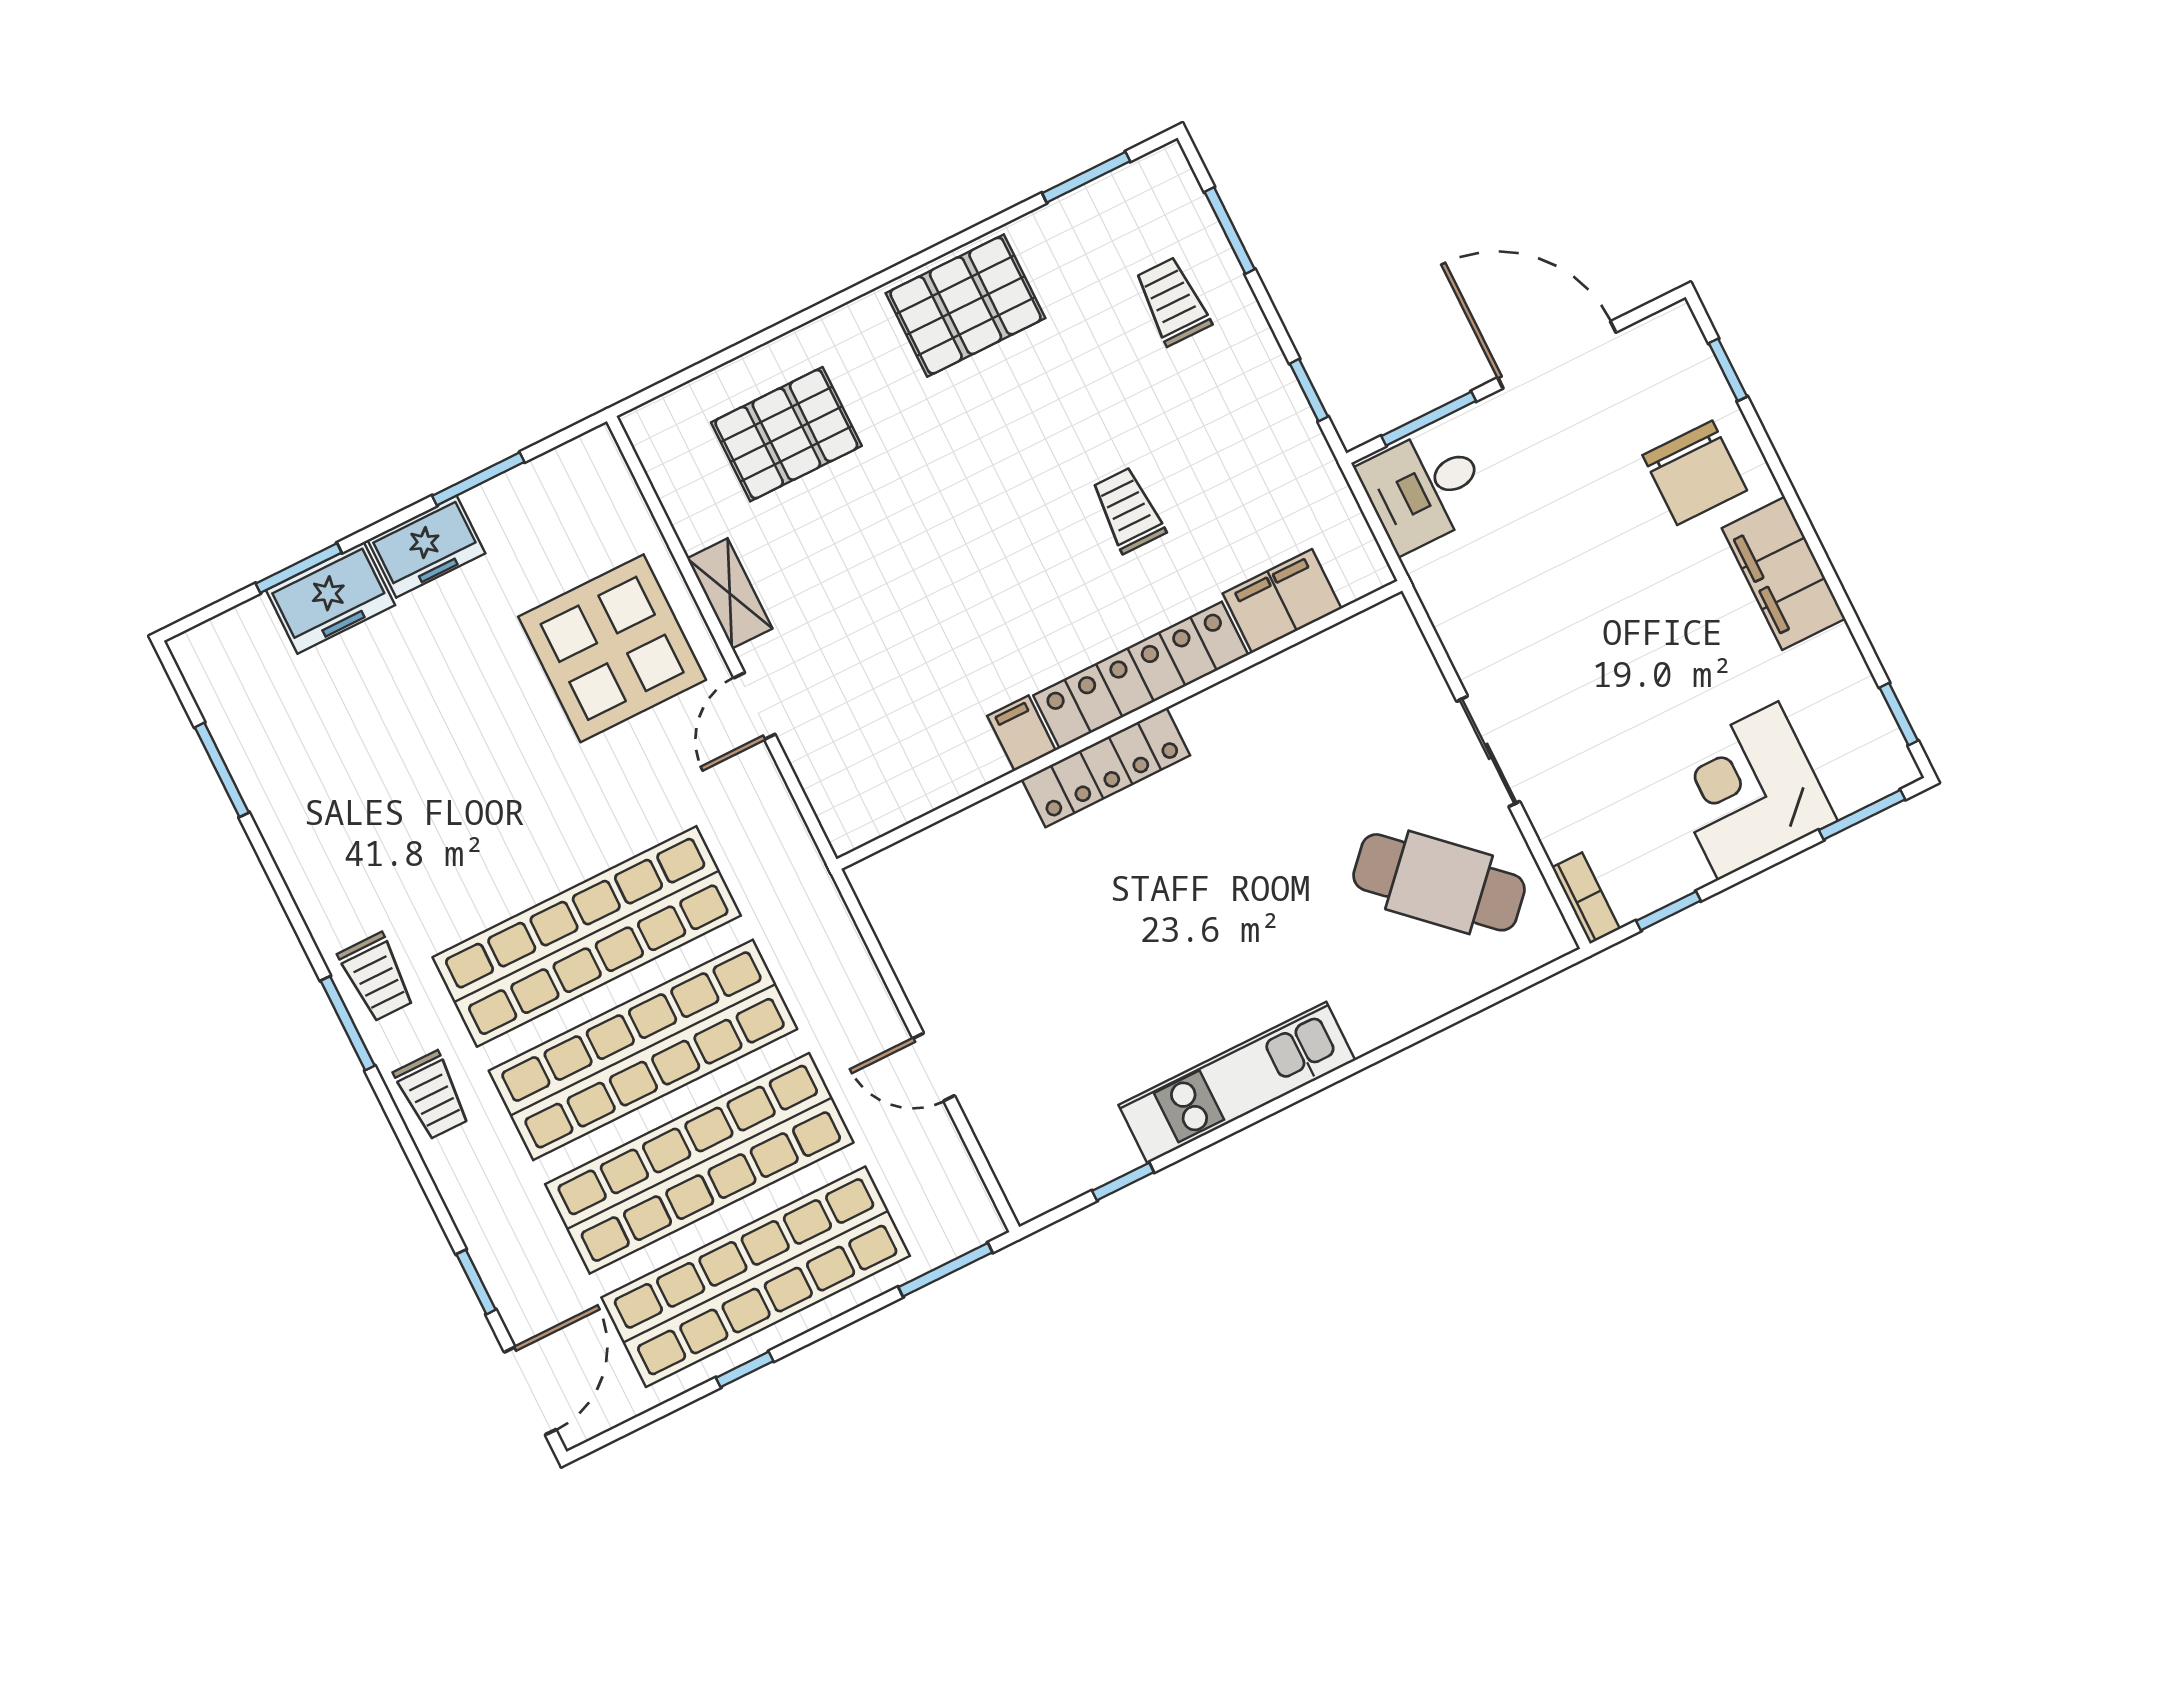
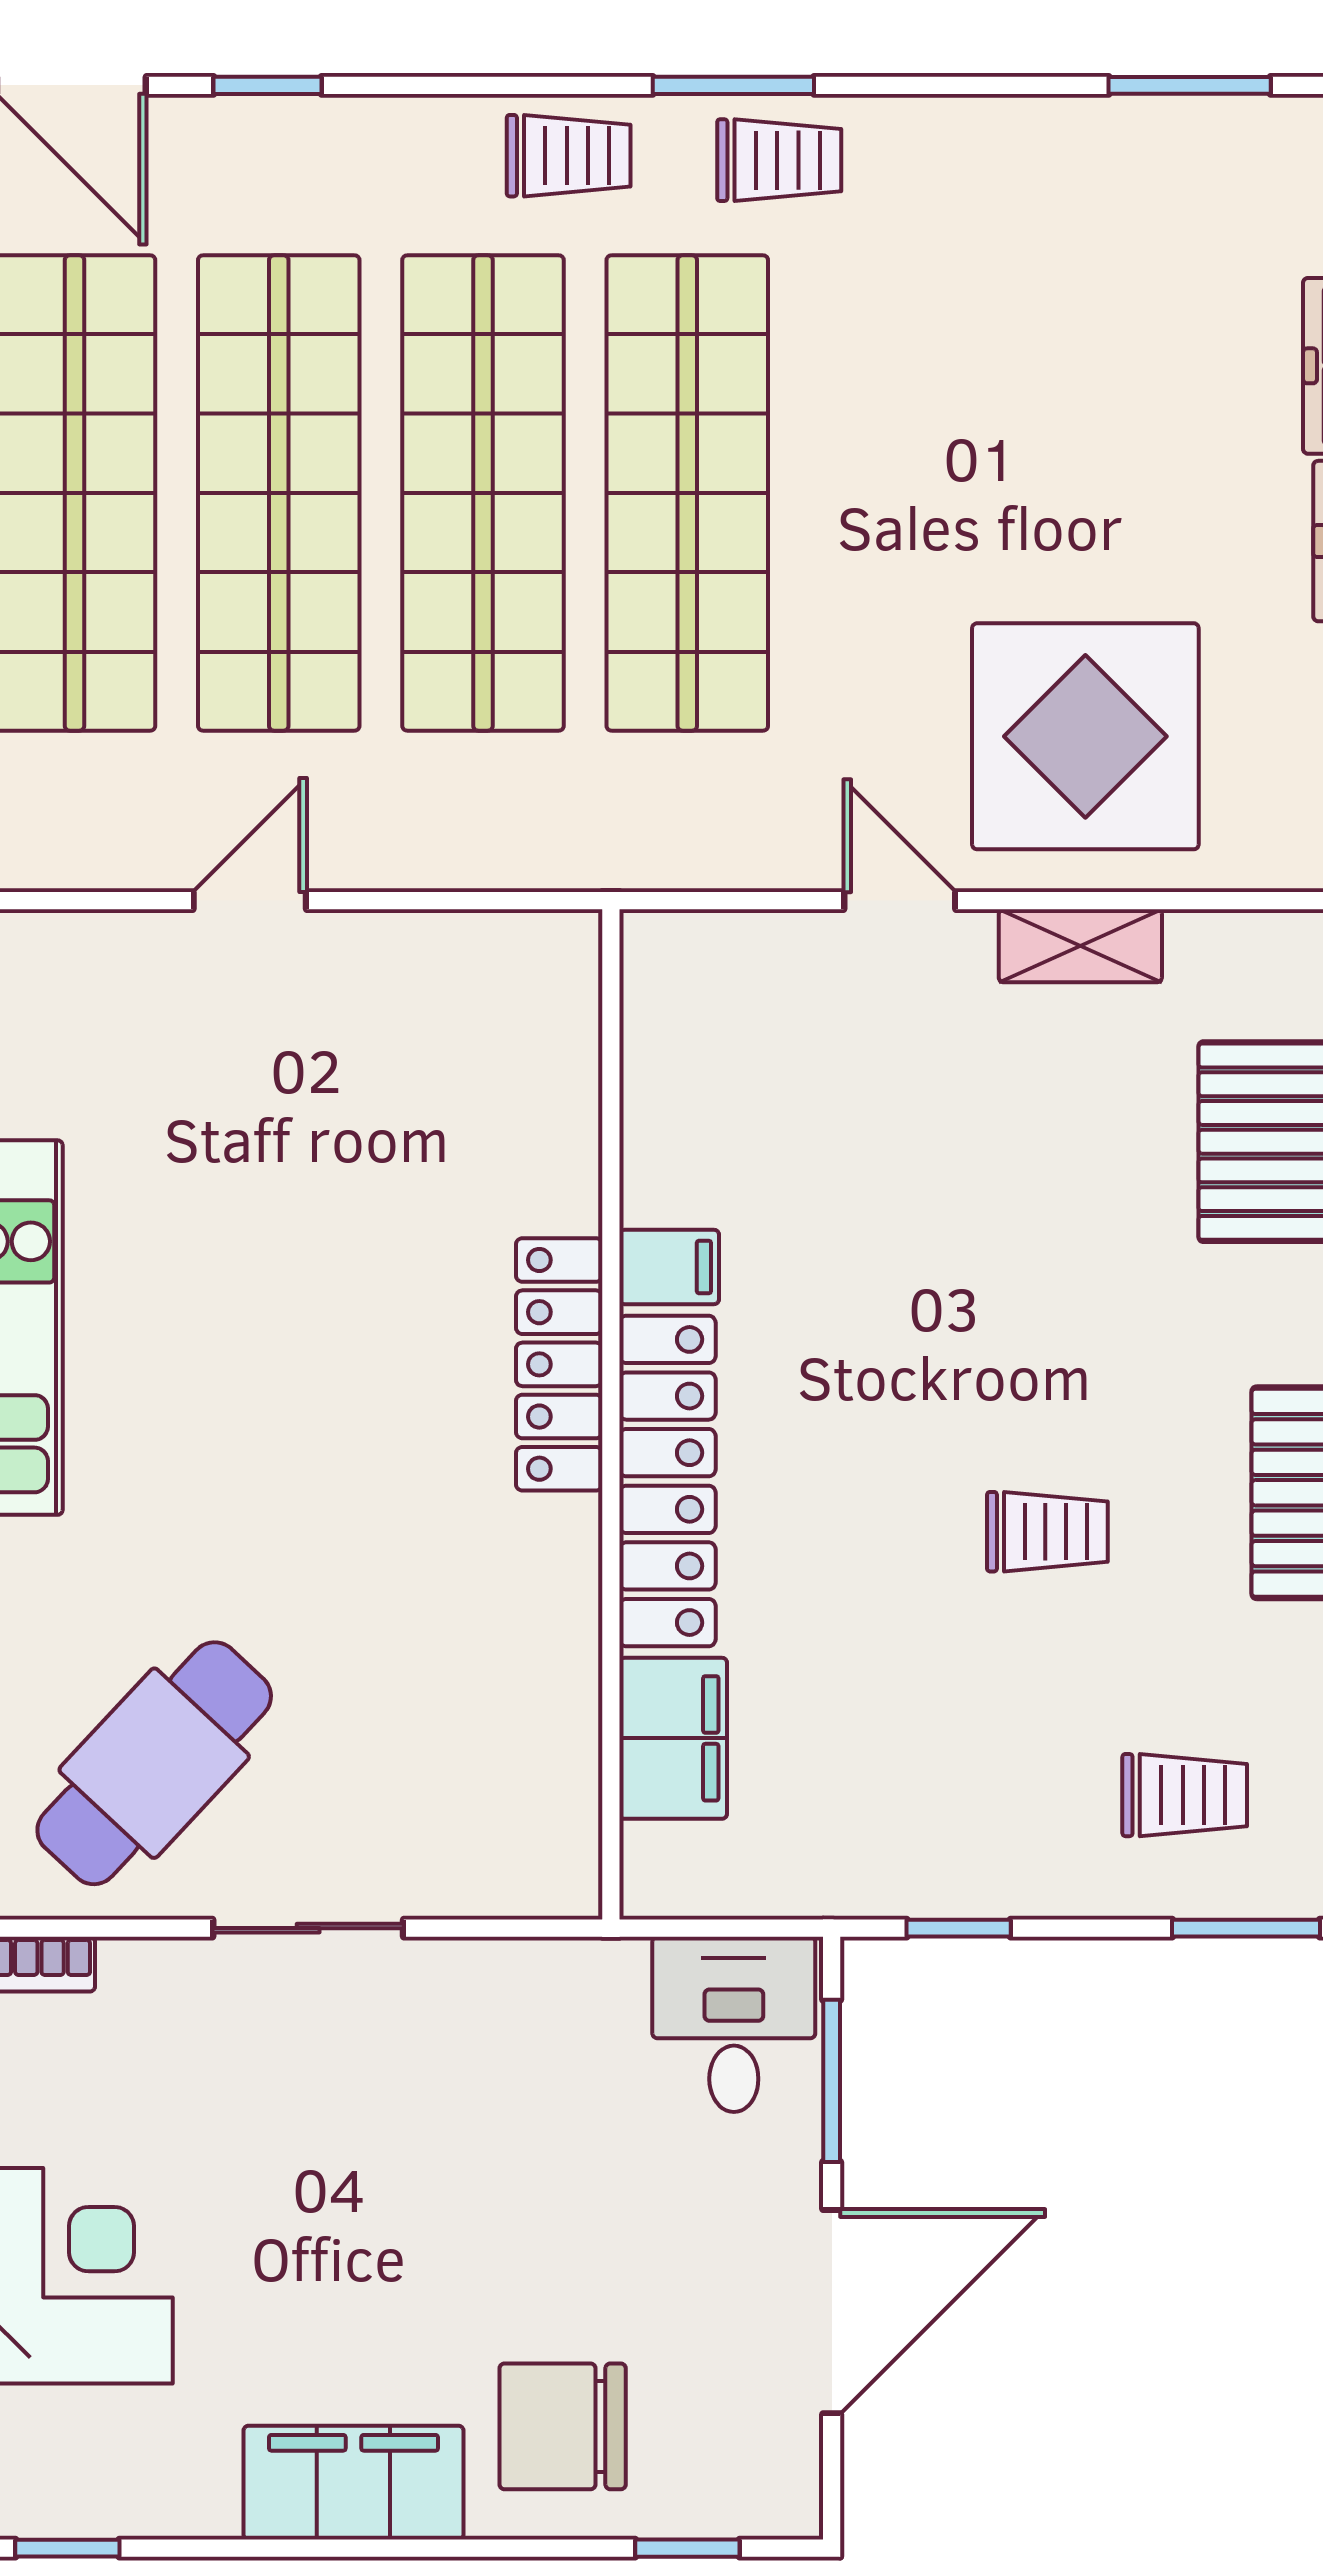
trolley: (1128, 510) -> (1047, 1532), moved
trolley: (377, 977) -> (779, 160), turned 180
trolley: (432, 1095) -> (569, 156), turned 180

